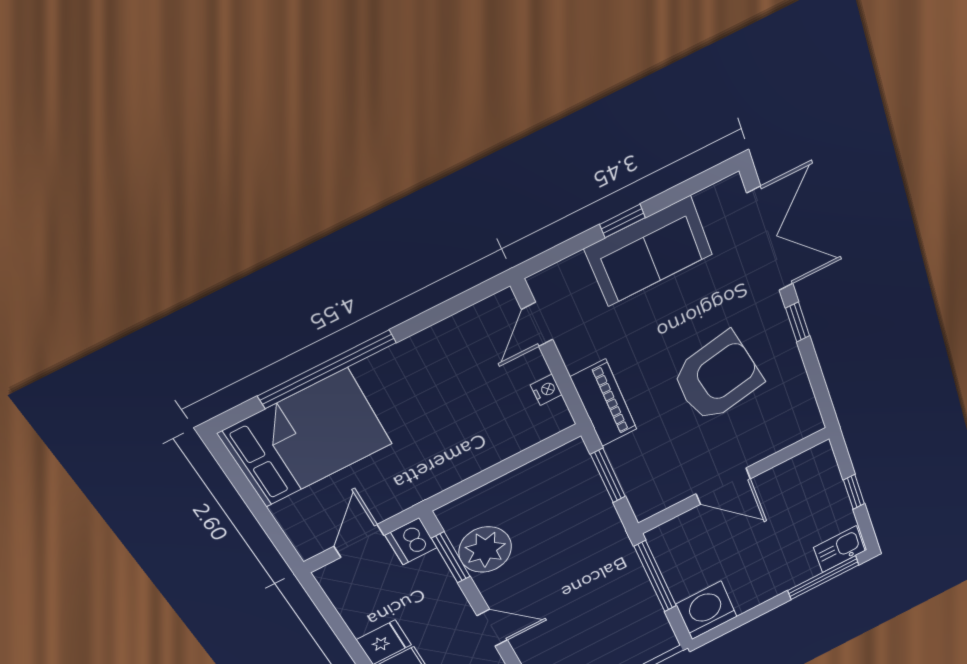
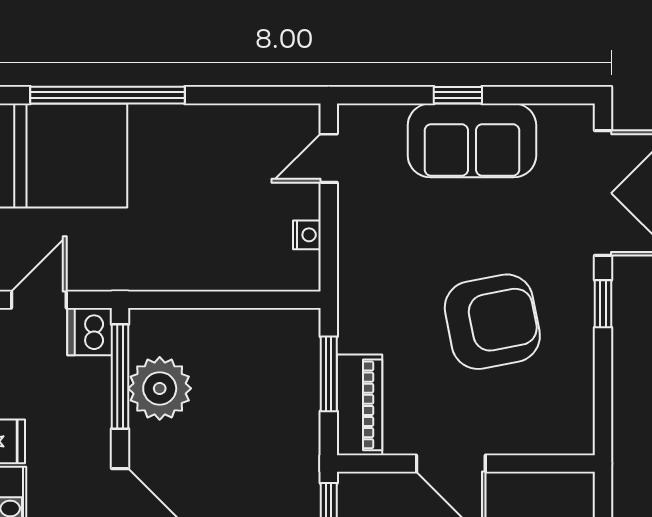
piano: (604, 403) -> (359, 405), moved
window: (451, 557) -> (120, 377), width x1.44

